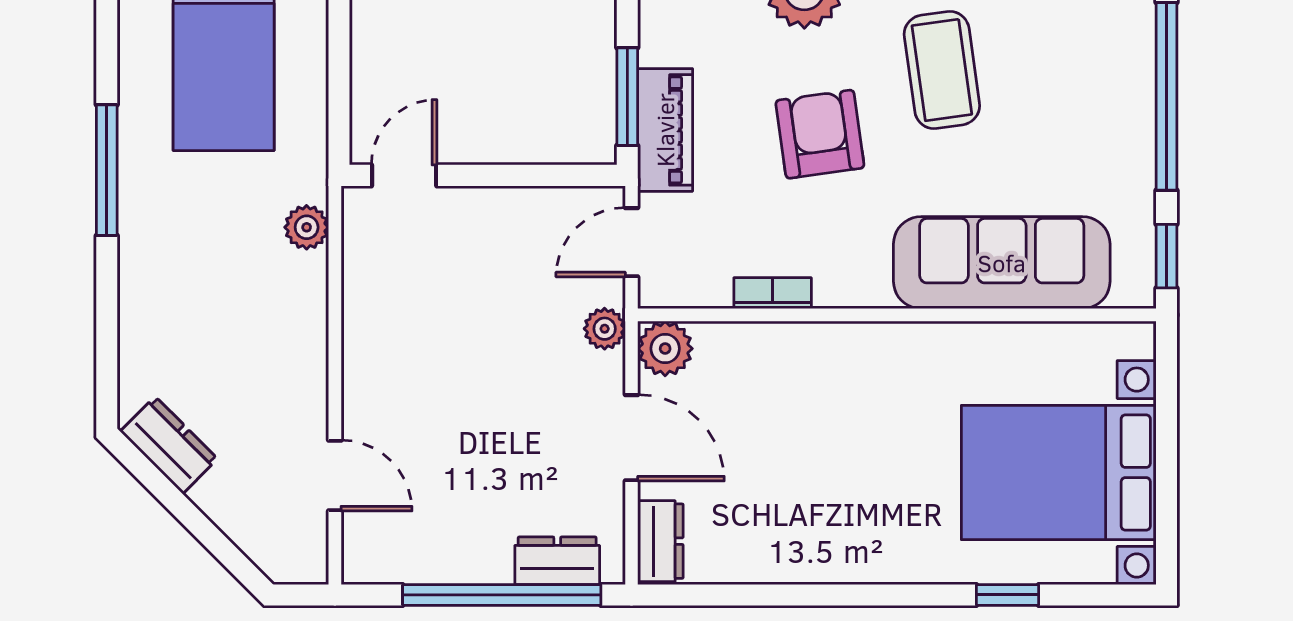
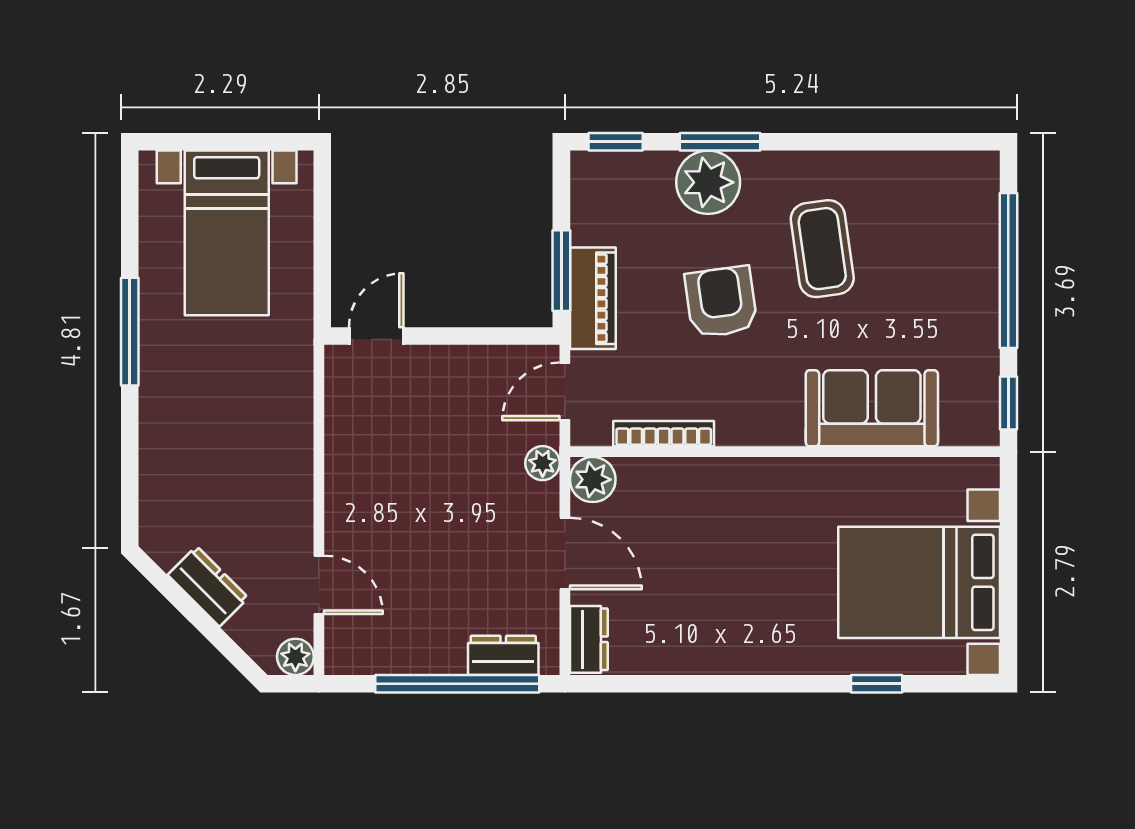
plant: (307, 227) -> (295, 657), moved
sofa: (1002, 263) -> (872, 408), width x0.73
bookcase: (773, 293) -> (664, 434), width x1.56
dresser: (169, 445) -> (208, 586), moved

